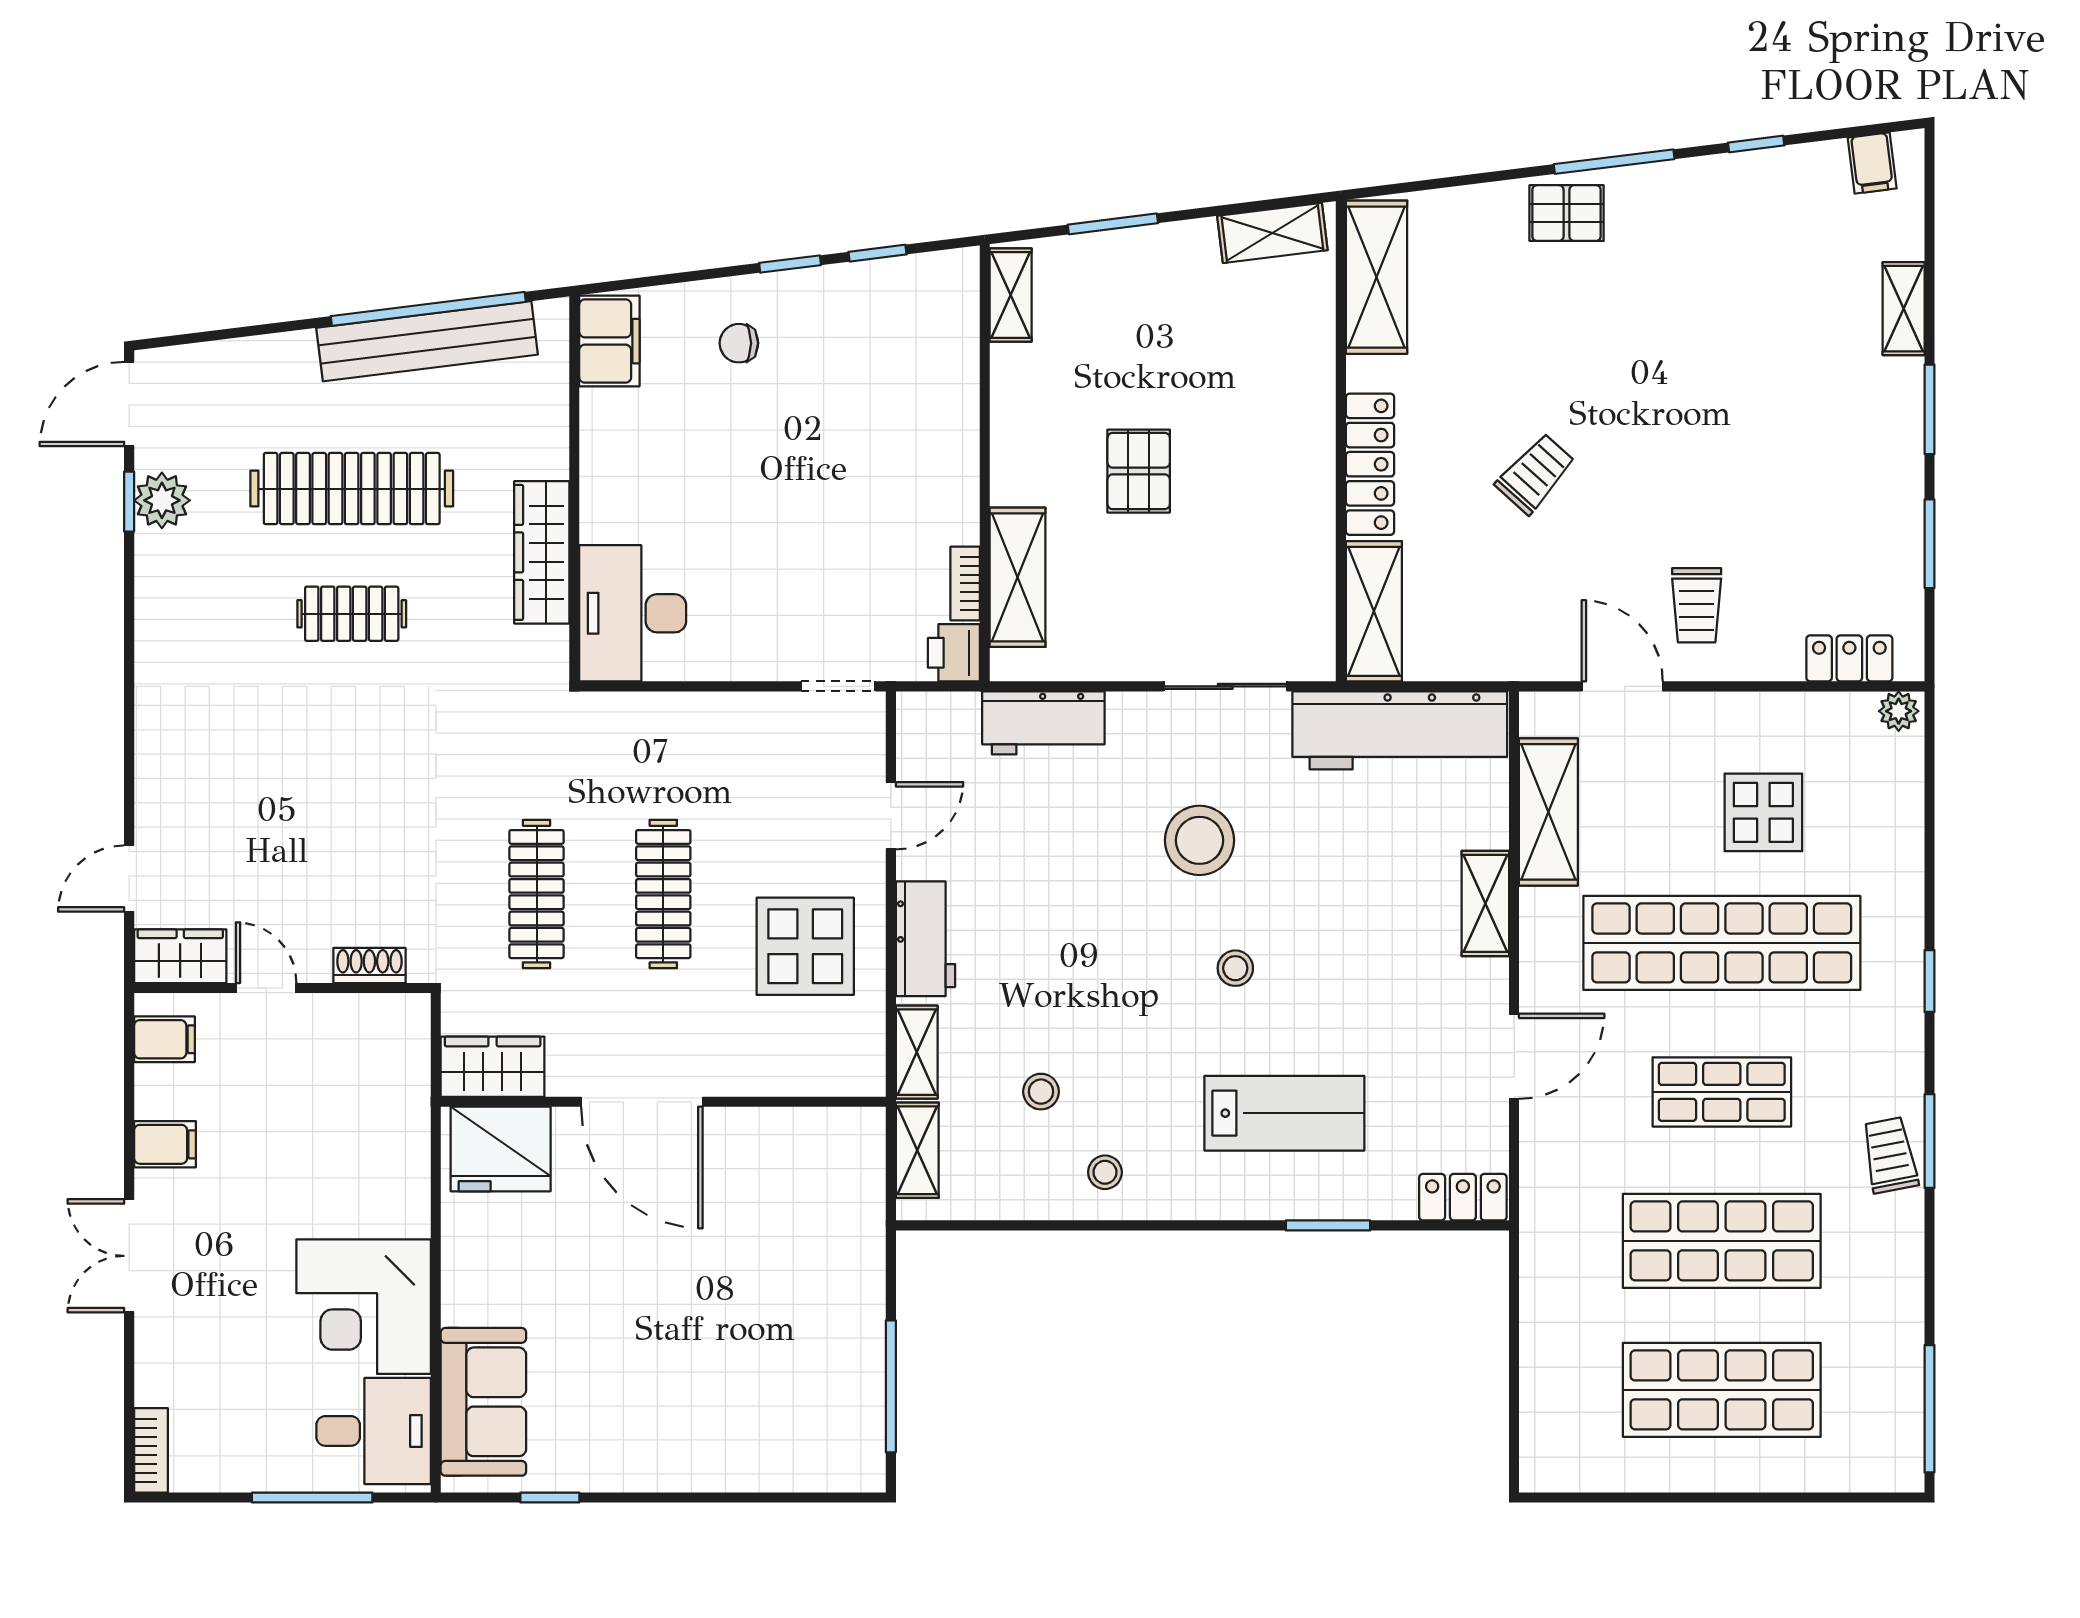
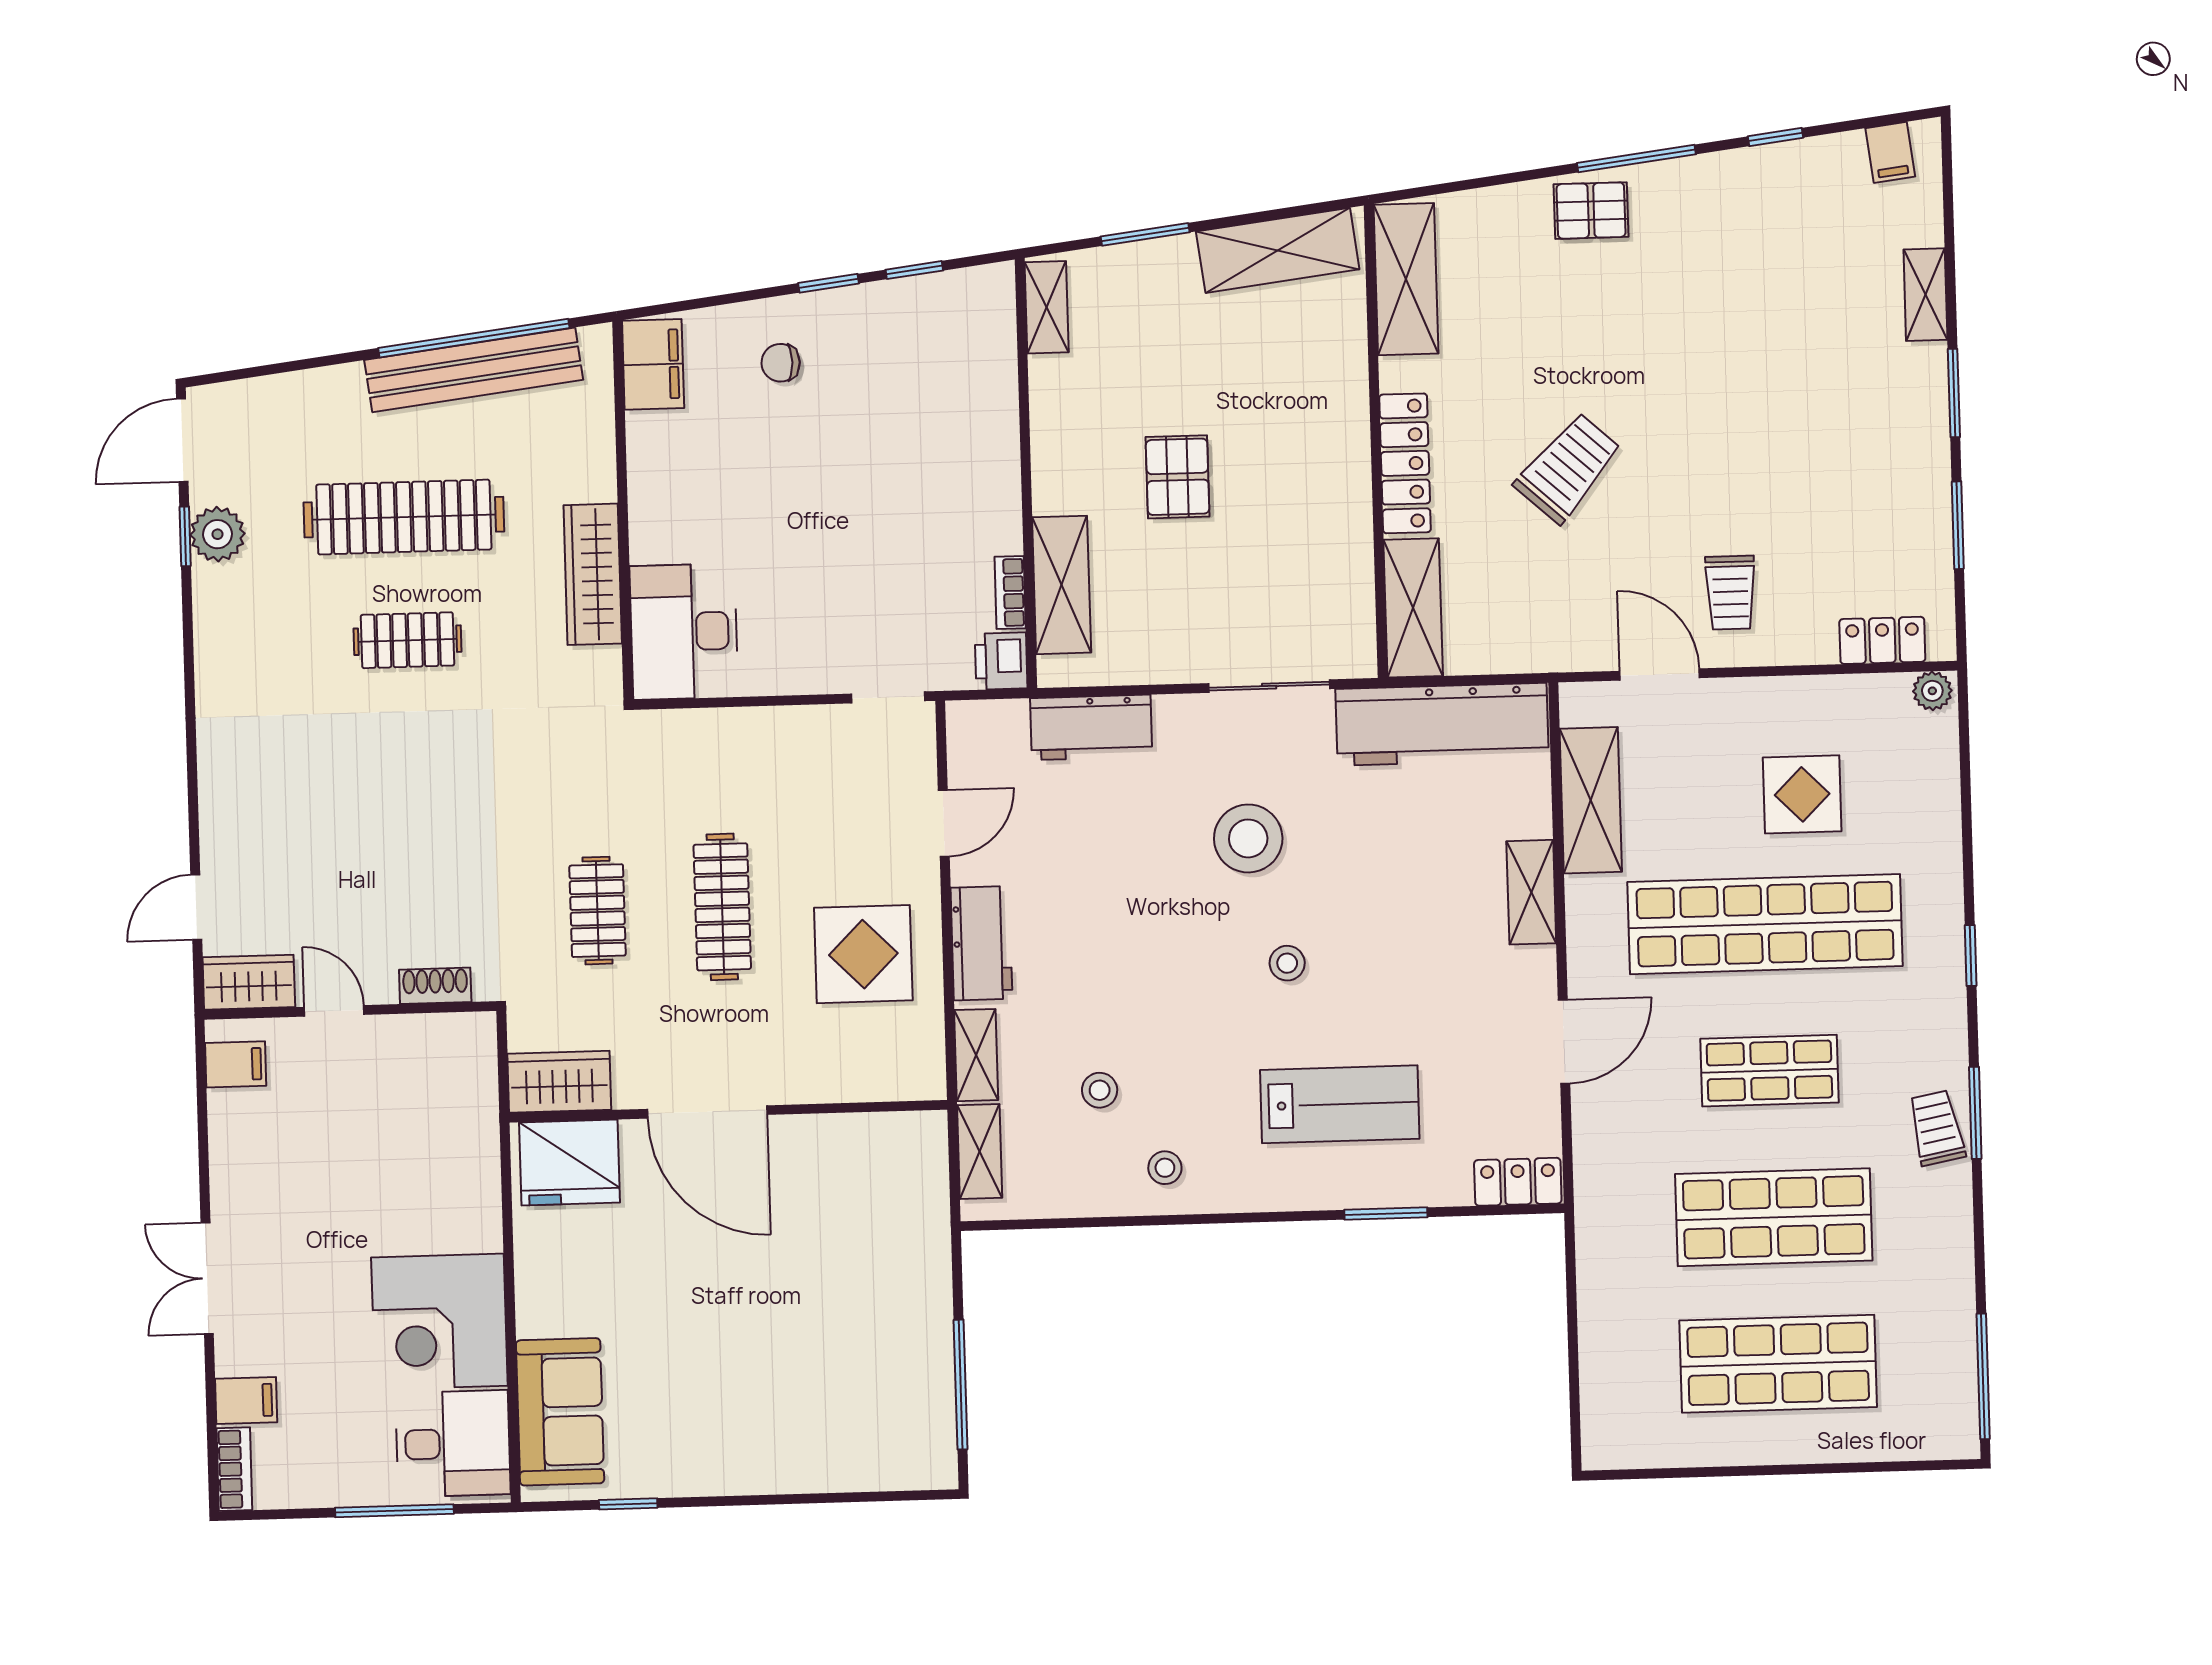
shelving: (1272, 233) -> (1278, 250), width x1.50, depth x1.33
trolley: (1535, 474) -> (1568, 468), width x1.36, depth x1.39
clothes rail: (537, 894) -> (597, 911), width x0.73
filing cabinet: (165, 1144) -> (246, 1401), moved

